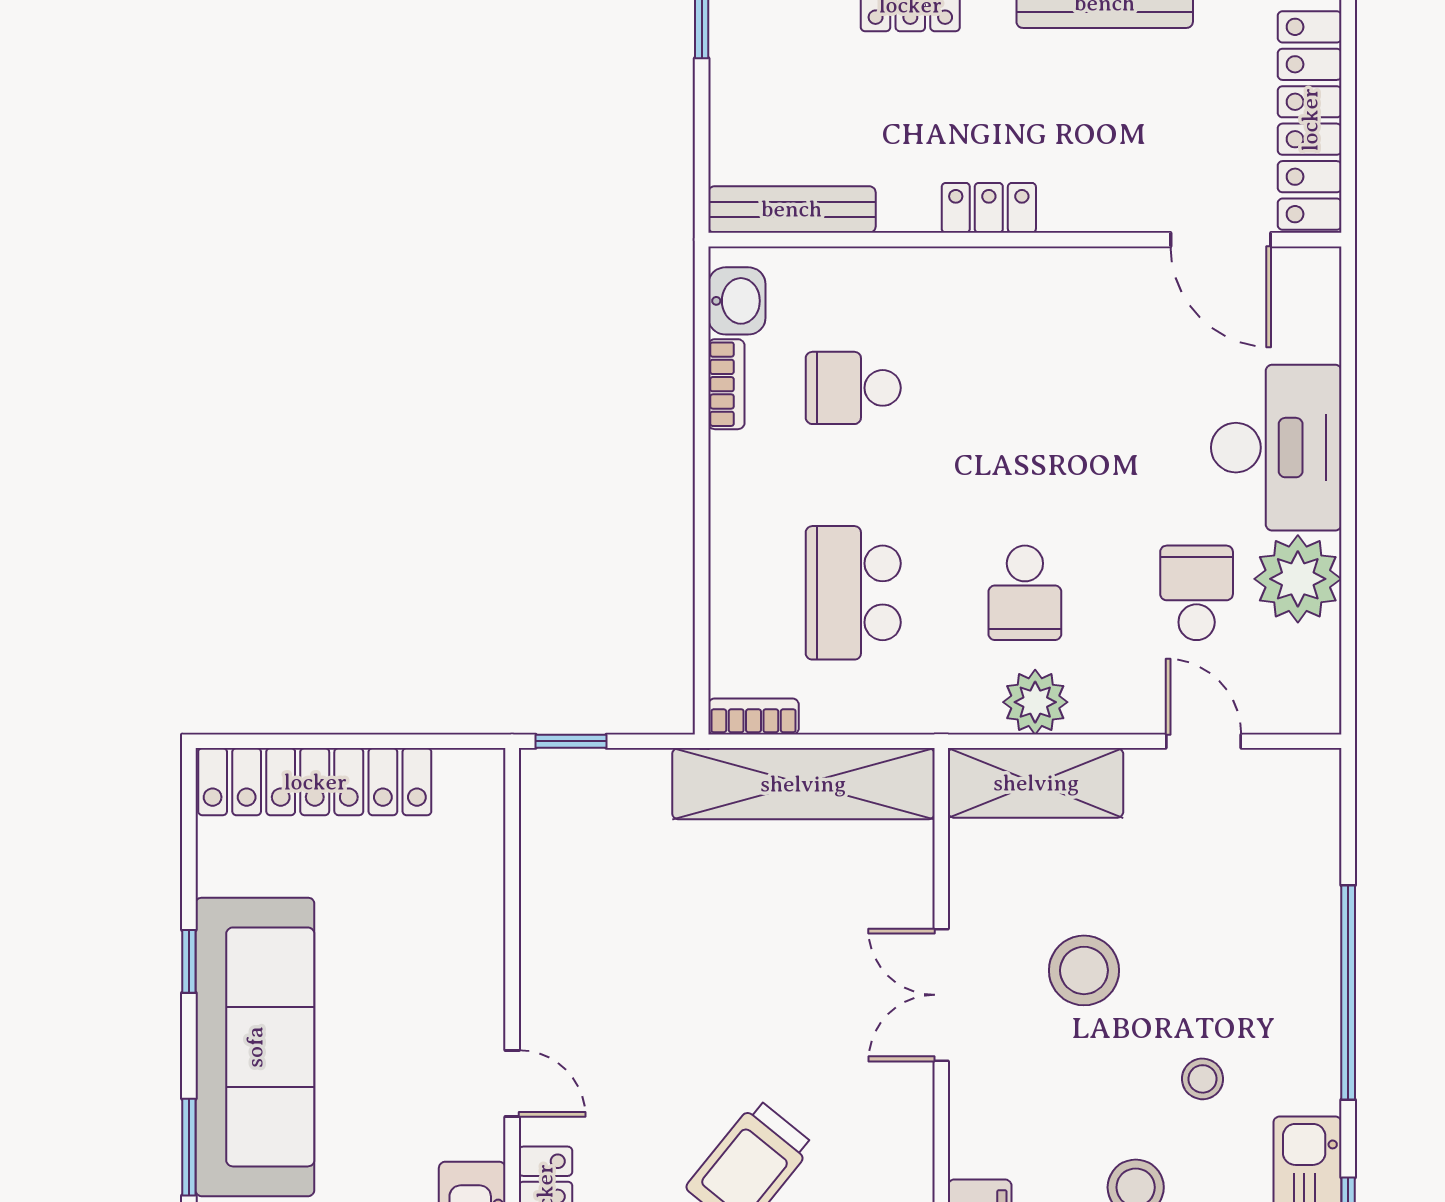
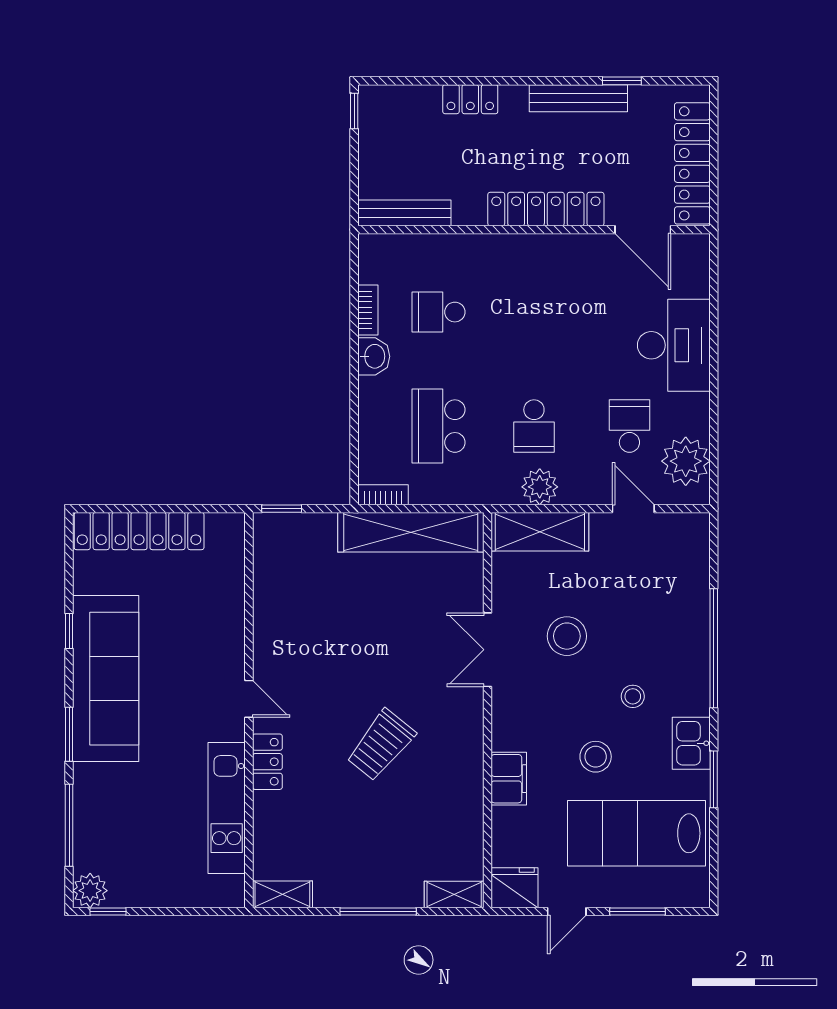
locker: (989, 208) -> (546, 209), width x2.16, depth x1.21
washbasin: (737, 301) -> (374, 356), moved
plant: (1298, 579) -> (686, 461), moved

